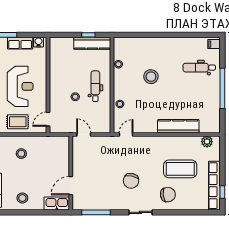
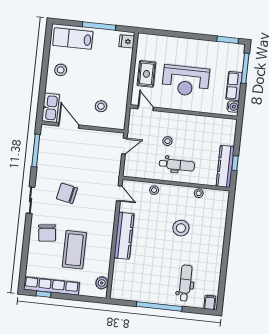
kitchen counter: (178, 126) -> (124, 236), moved
stool: (21, 154) -> (101, 106), moved

